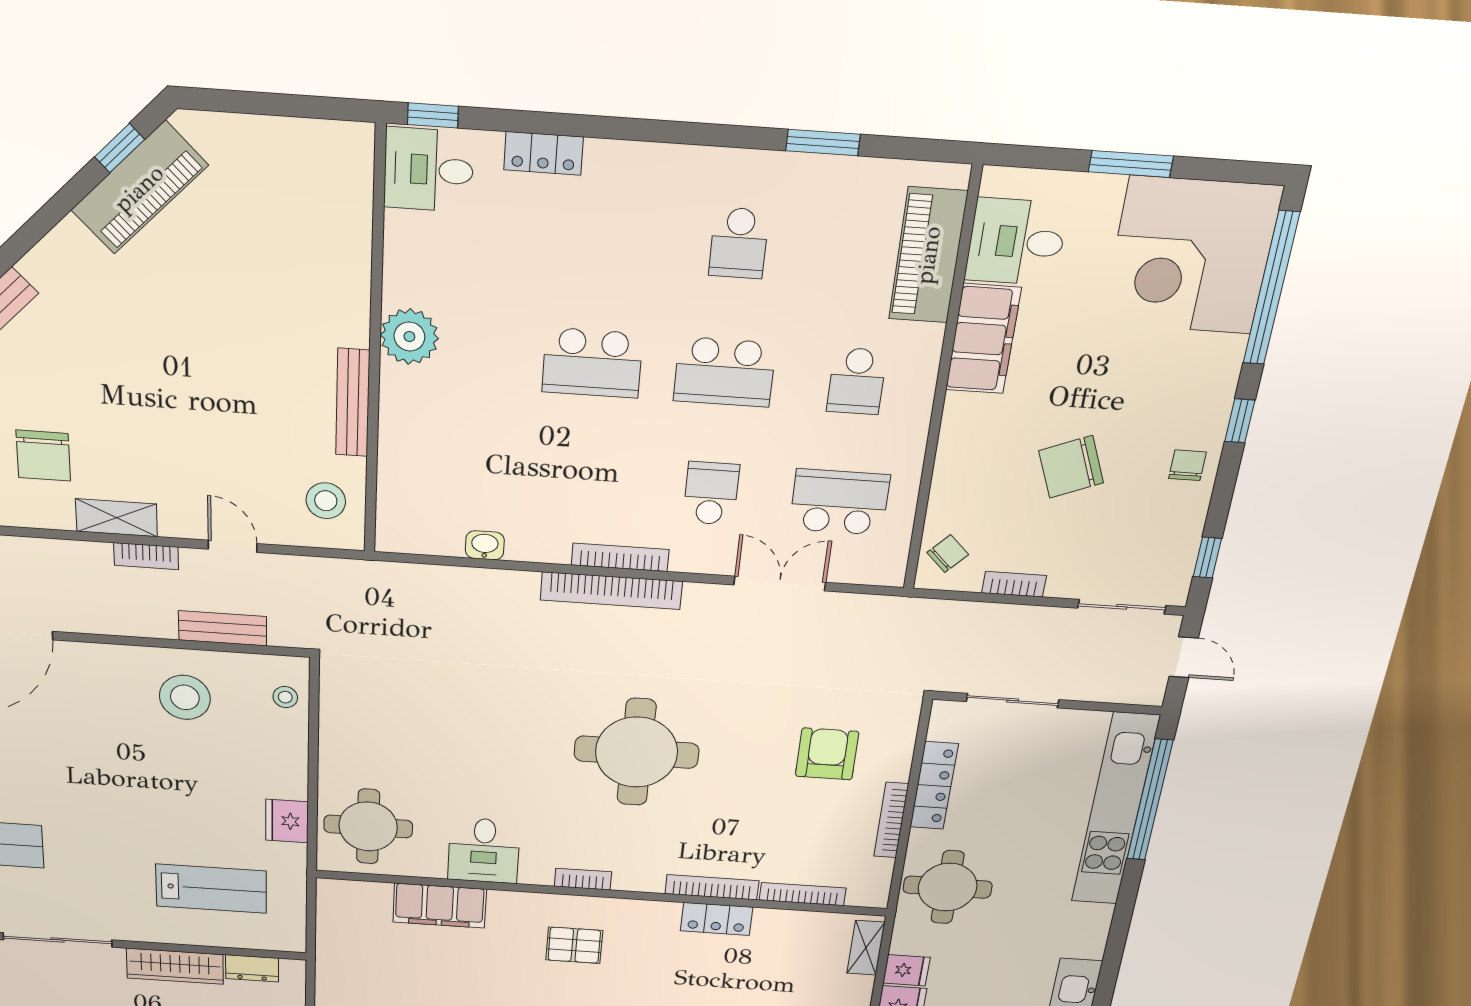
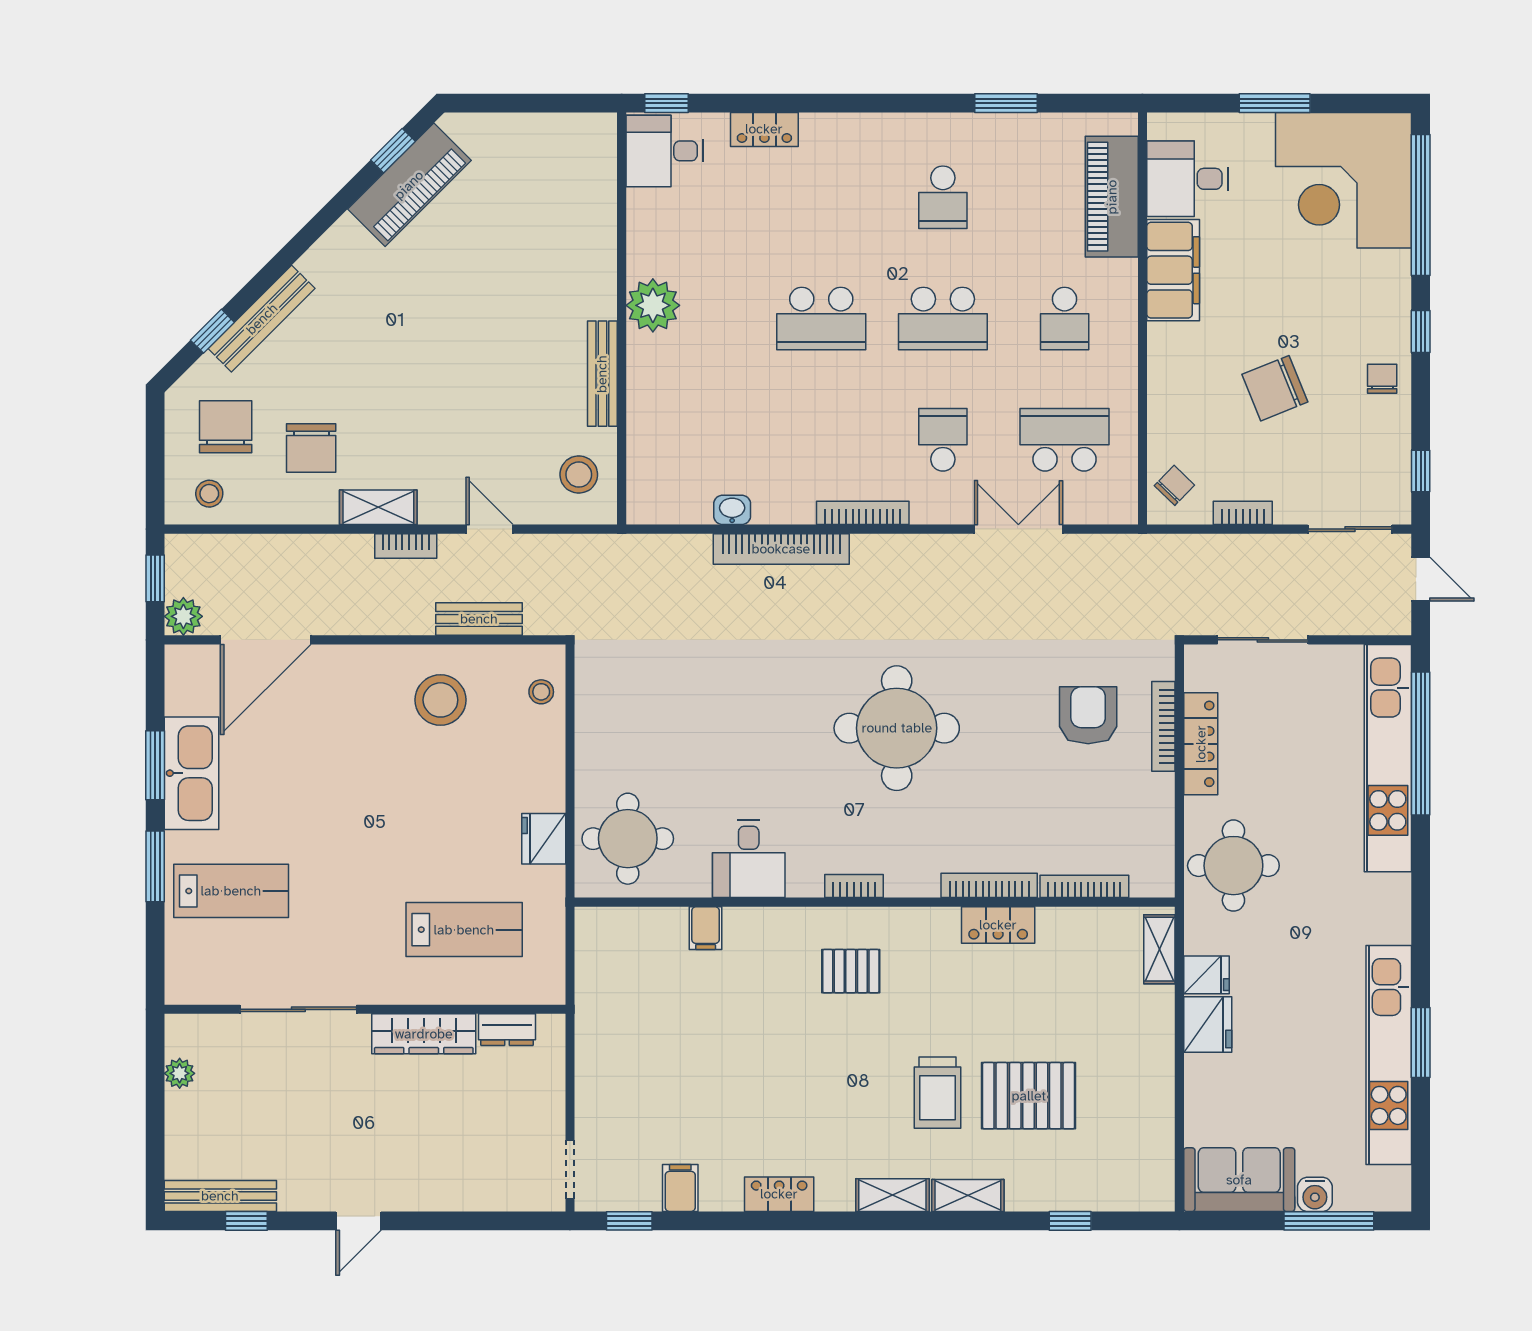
bookcase: (611, 591) -> (781, 549), moved
bookcase: (891, 820) -> (1163, 726), moved
filing cabinet: (440, 906) -> (706, 928), width x0.33, depth x0.86

